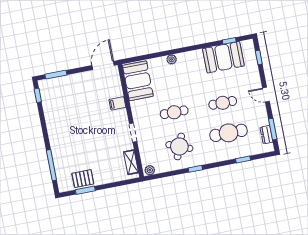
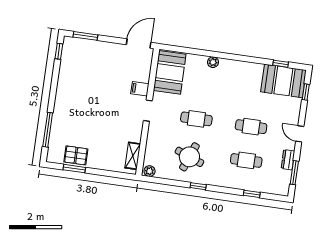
booth: (223, 57) -> (283, 81), moved
doorway: (133, 133) -> (148, 111), moved
cafe table: (229, 133) -> (246, 160), width x0.73, depth x0.74
dresser: (266, 135) -> (288, 160), moved

